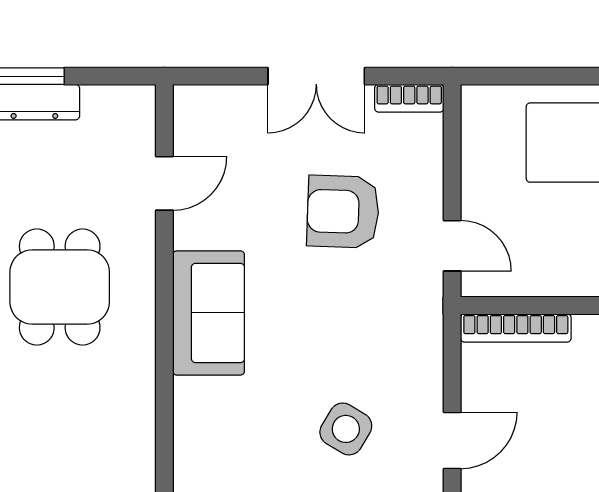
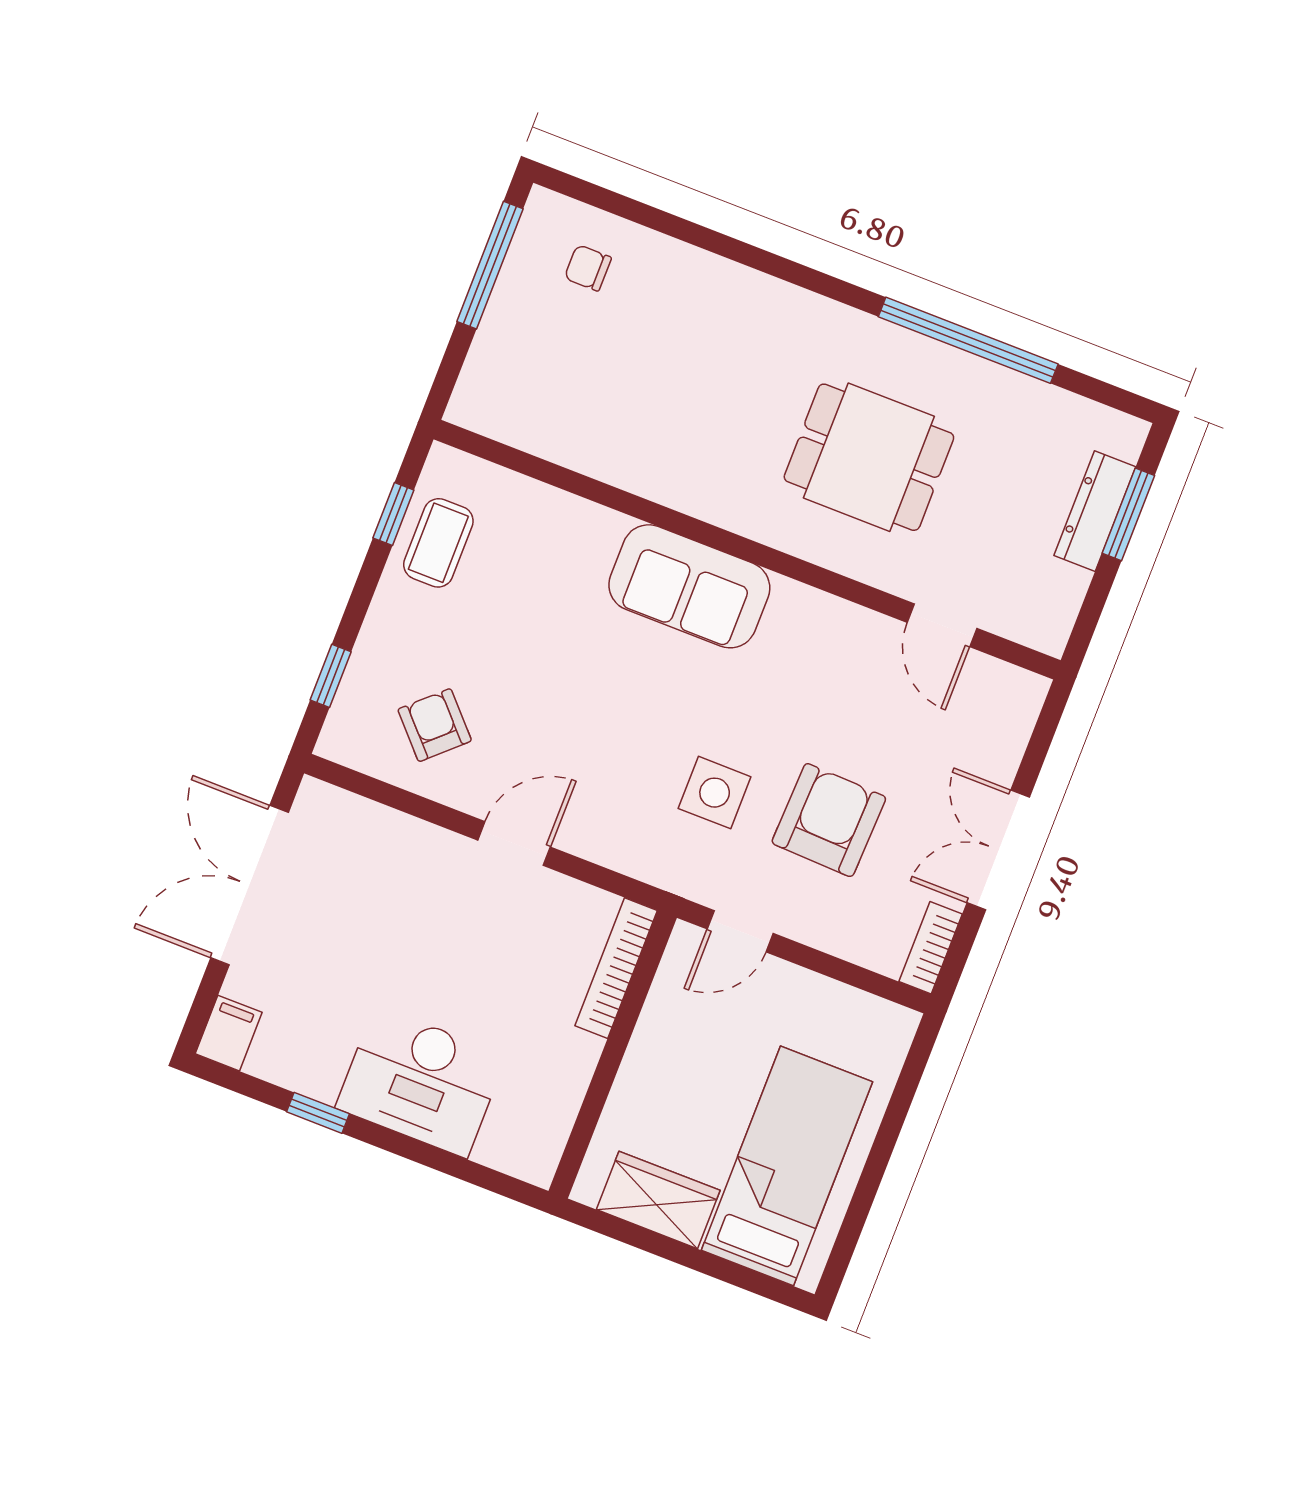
sofa: (209, 313) -> (689, 586), moved
side table: (346, 429) -> (715, 793), moved, turned -31
door: (452, 440) -> (514, 844), swing flipped

